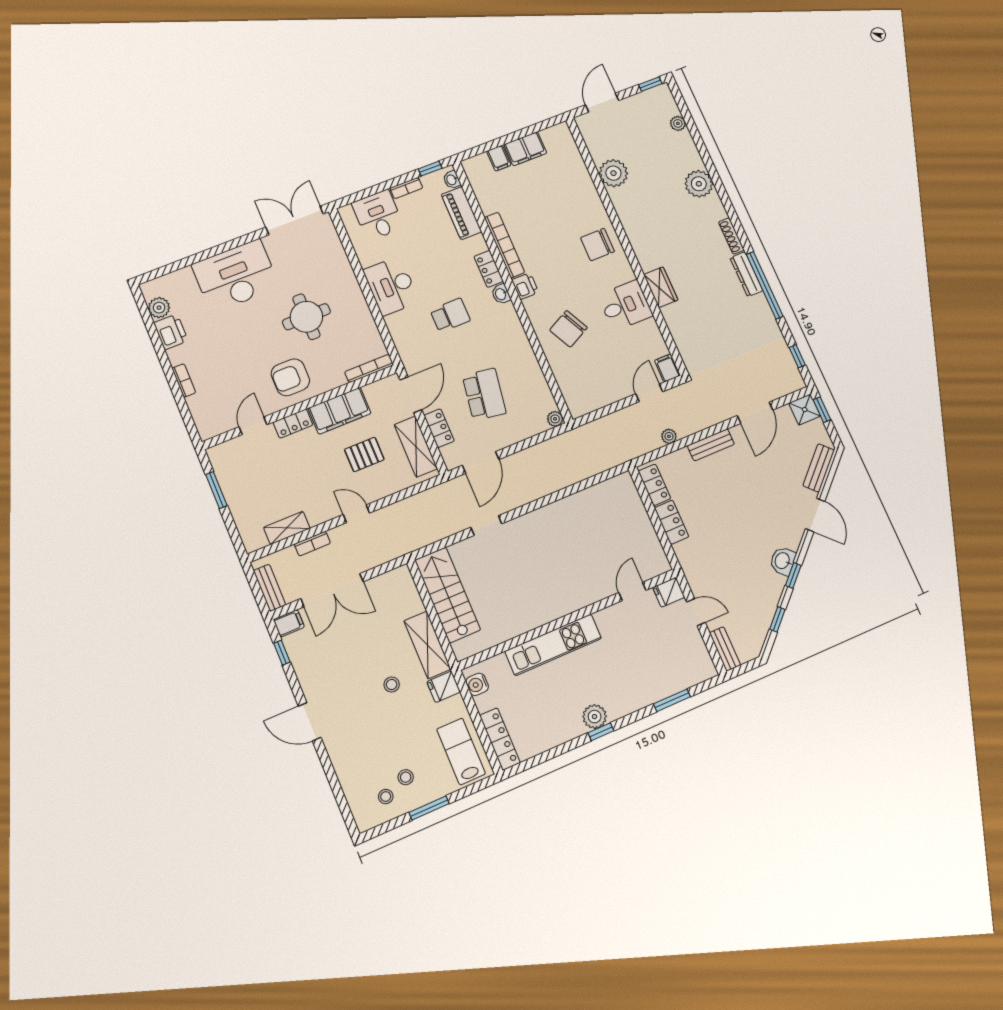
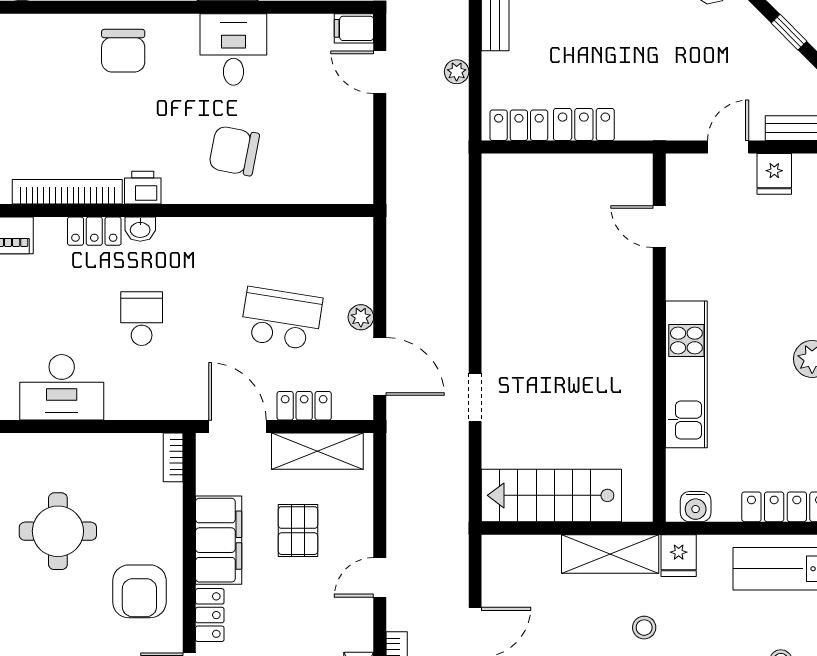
chair: (568, 329) -> (234, 151), turned 128
bookcase: (369, 368) -> (173, 457), width x0.64
plant: (555, 419) -> (361, 317), moved
fridge: (669, 592) -> (774, 174), moved

